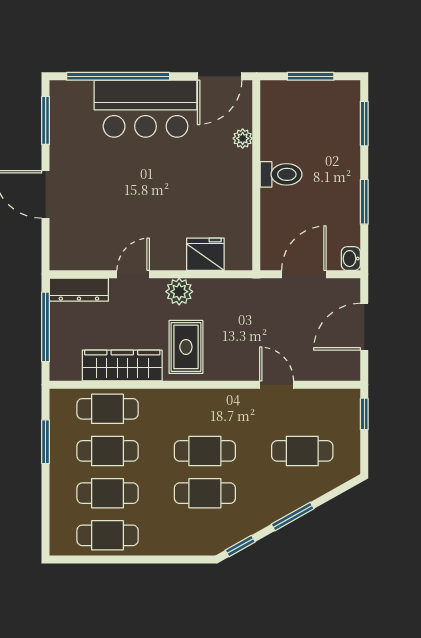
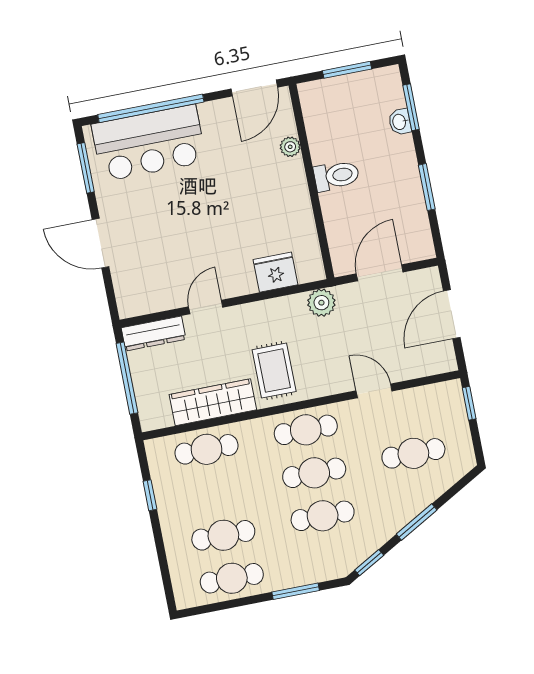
bar counter: (146, 109) -> (149, 143), moved
washbasin: (351, 259) -> (400, 122), moved
plant: (179, 292) -> (321, 303), moved
window: (46, 442) -> (150, 495), width x0.67
cafe table: (108, 451) -> (306, 430), moved
window: (165, 559) -> (296, 591), added

